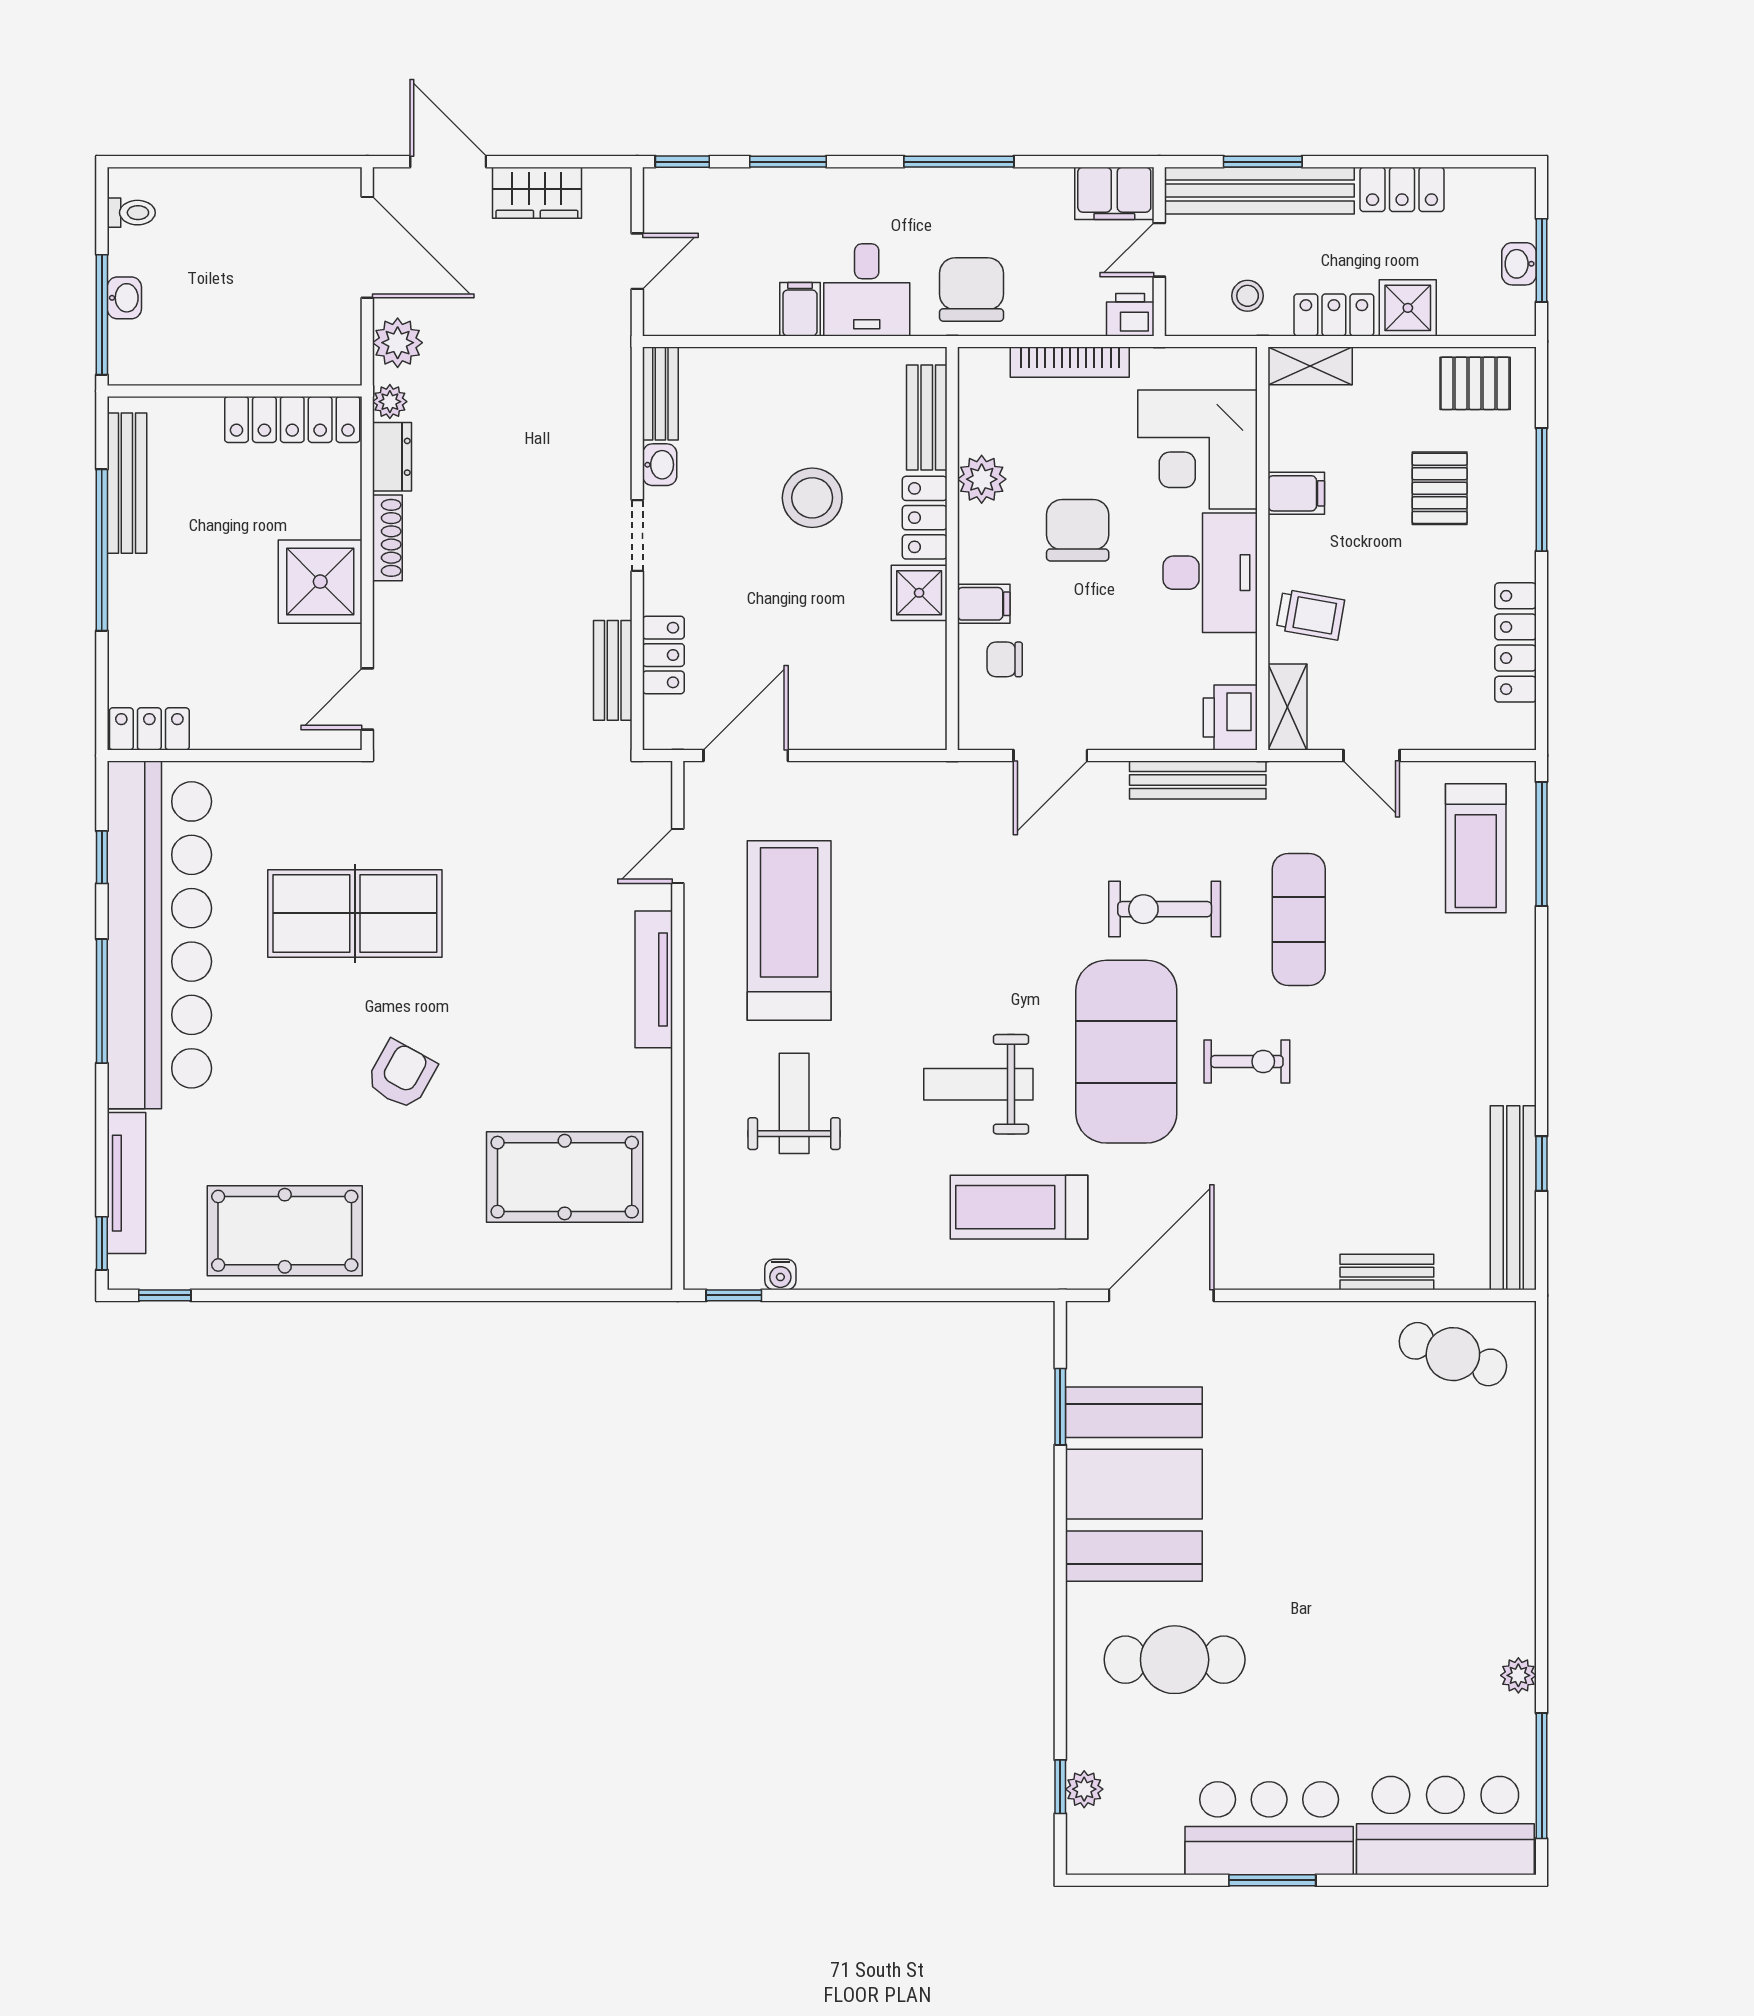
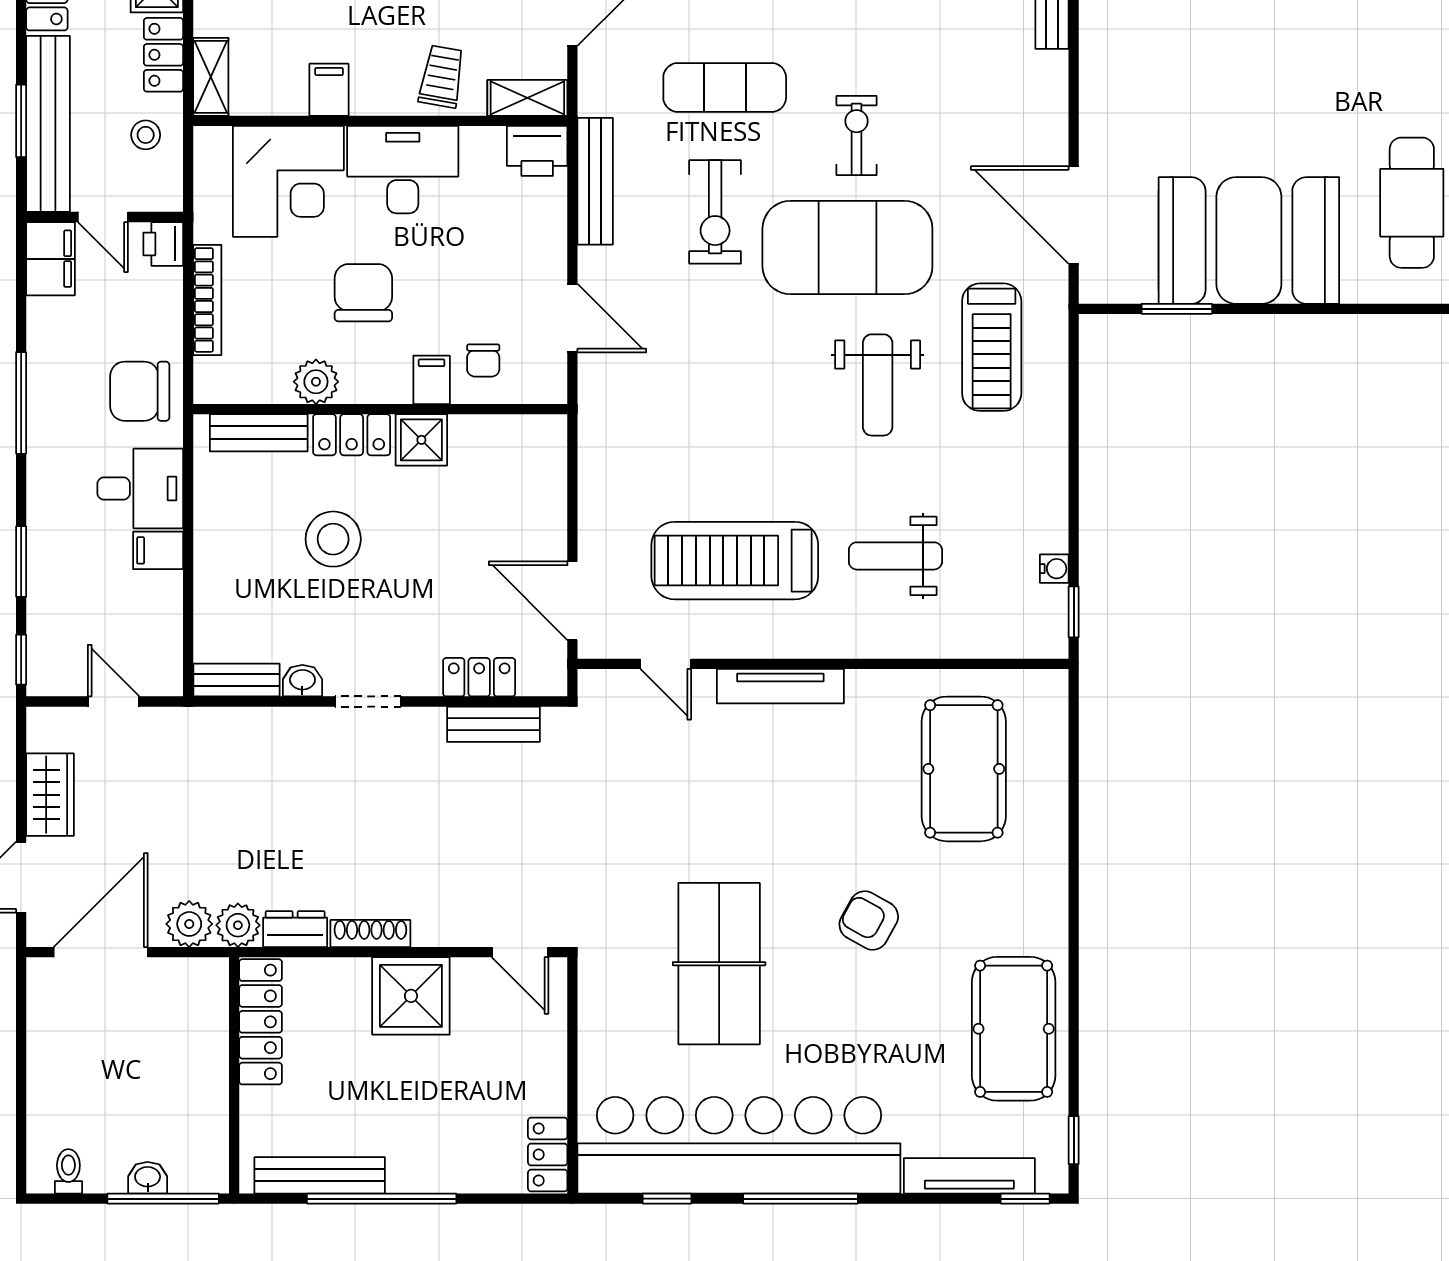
plant: (390, 402) -> (238, 925), width x1.38, depth x1.38
chair: (1078, 530) -> (363, 293), turned 90

